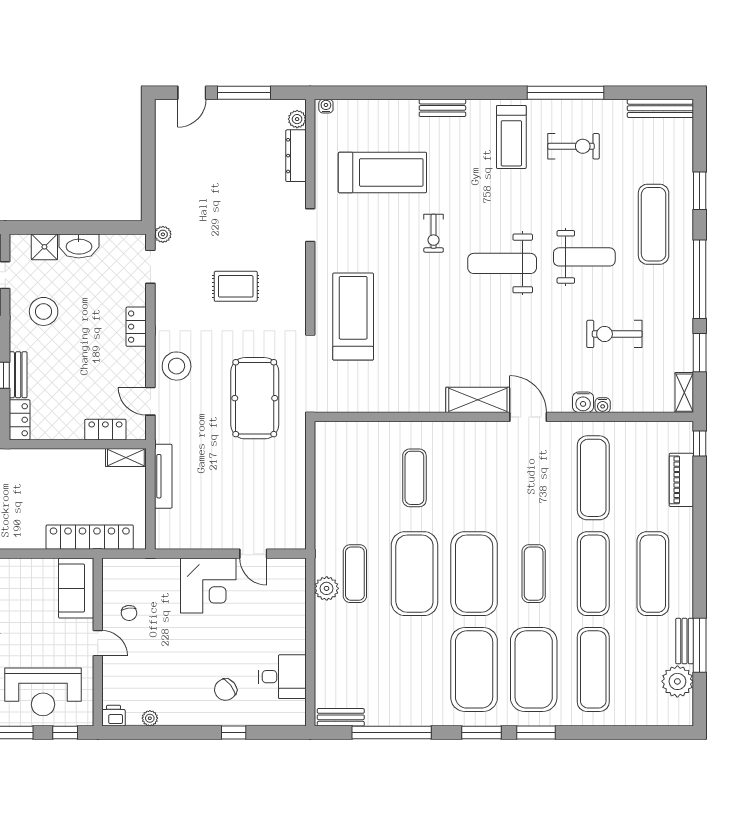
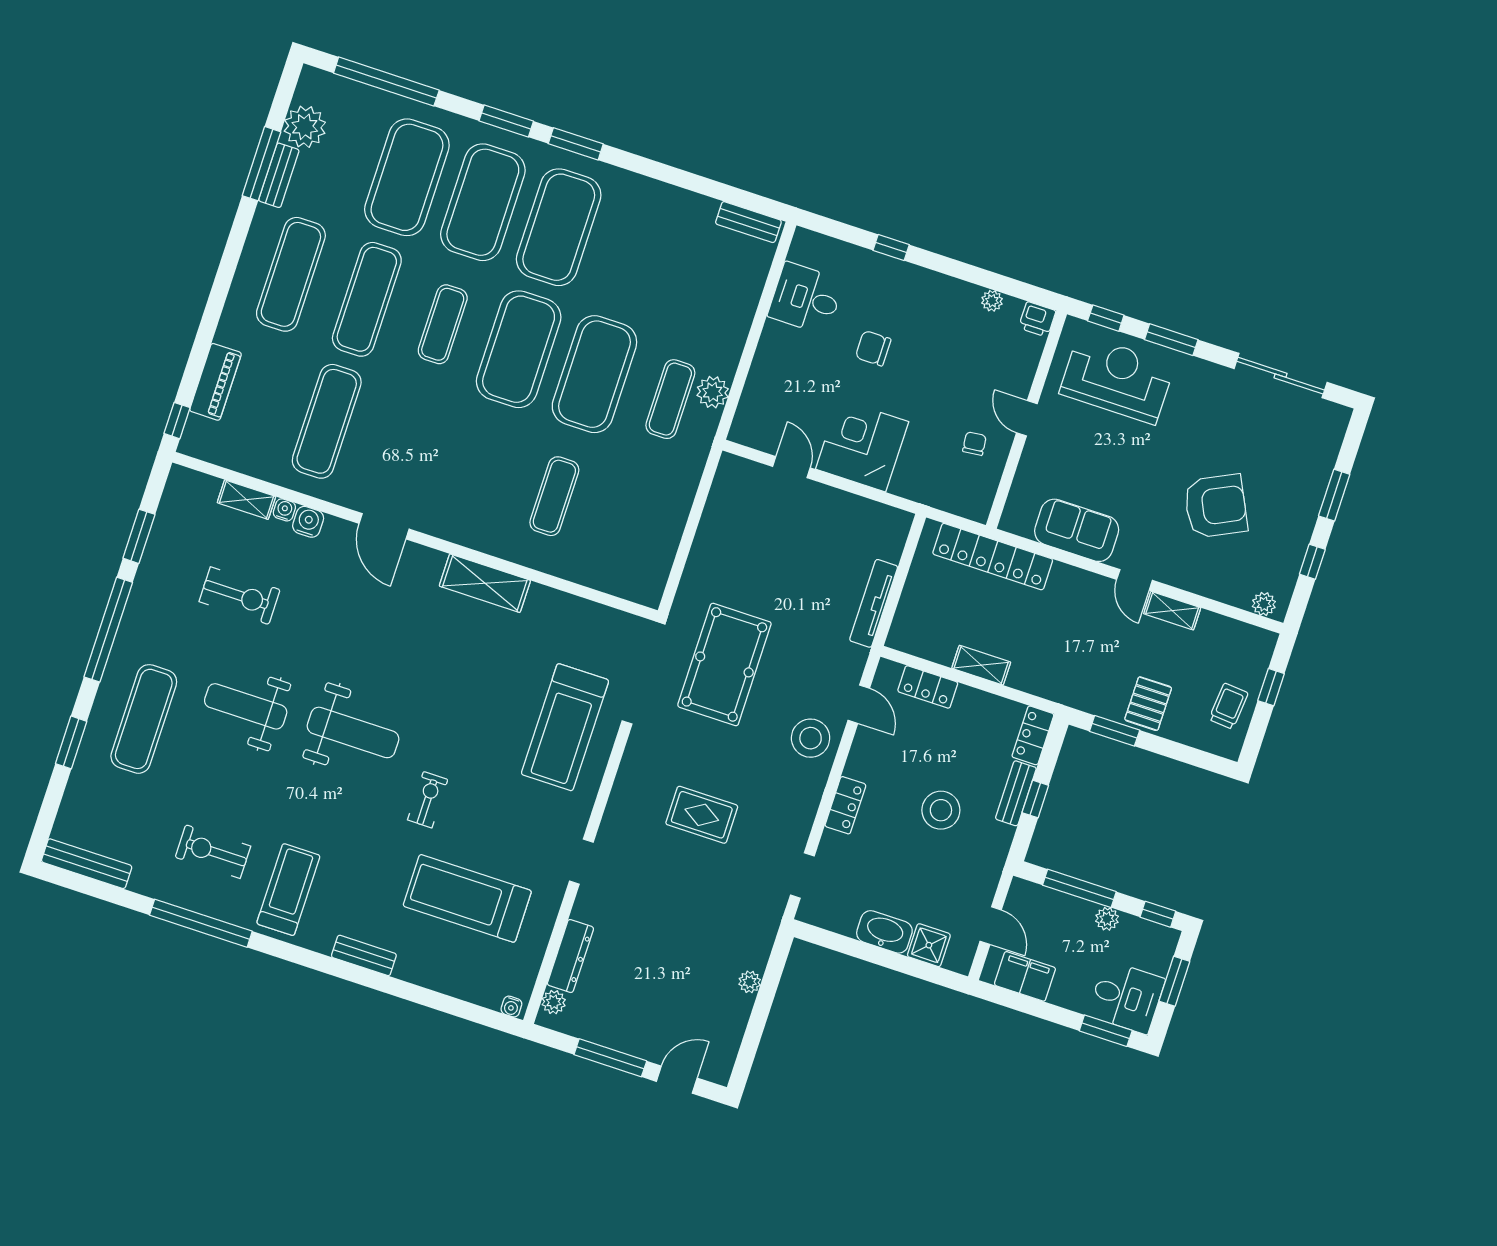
plant: (163, 234) -> (750, 982), moved
stool: (44, 311) -> (941, 810), moved
shelving: (684, 393) -> (246, 500), moved, turned 90
shelving: (478, 400) -> (485, 583), moved
shelving: (126, 458) -> (981, 665), moved
sofa: (76, 588) -> (1077, 530), moved, turned -90
exercise mat: (593, 669) -> (407, 177), width x1.47
chair: (226, 690) -> (873, 348), moved, turned -142
window: (392, 733) -> (386, 82), moved

